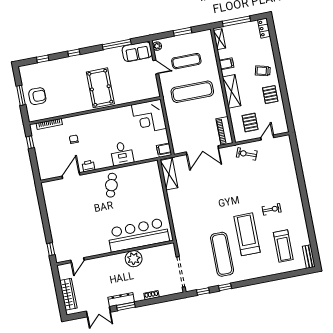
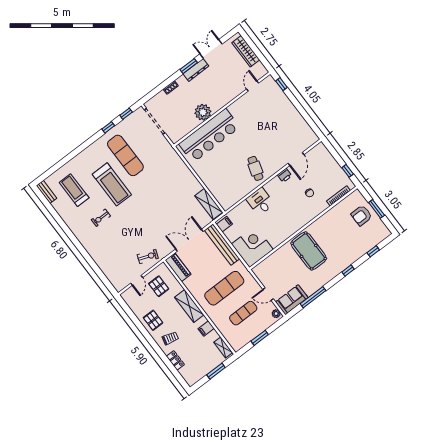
window: (236, 21) -> (216, 371), width x0.69
locker: (264, 28) -> (175, 360), moved
bench: (175, 132) -> (222, 245), added

